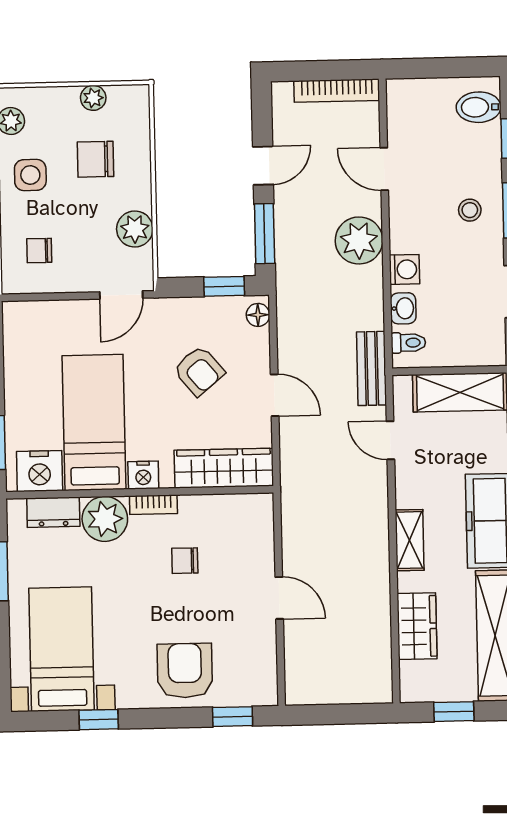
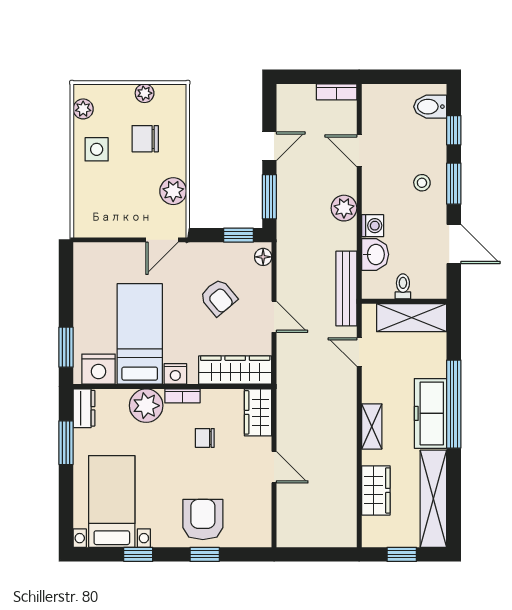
bookcase: (337, 91) -> (337, 92), width x0.64
plant: (359, 240) -> (344, 208), width x0.73, depth x0.73
chair: (39, 251) -> (102, 206), removed
washbasin: (403, 308) -> (375, 254), width x1.38, depth x1.45
toilet: (408, 343) -> (403, 286), moved, turned -90
bench: (371, 368) -> (346, 289), width x1.36
dresser: (53, 512) -> (84, 408), moved, turned -90
wardrobe: (256, 525) -> (258, 412), added
window: (233, 717) -> (205, 554), moved

